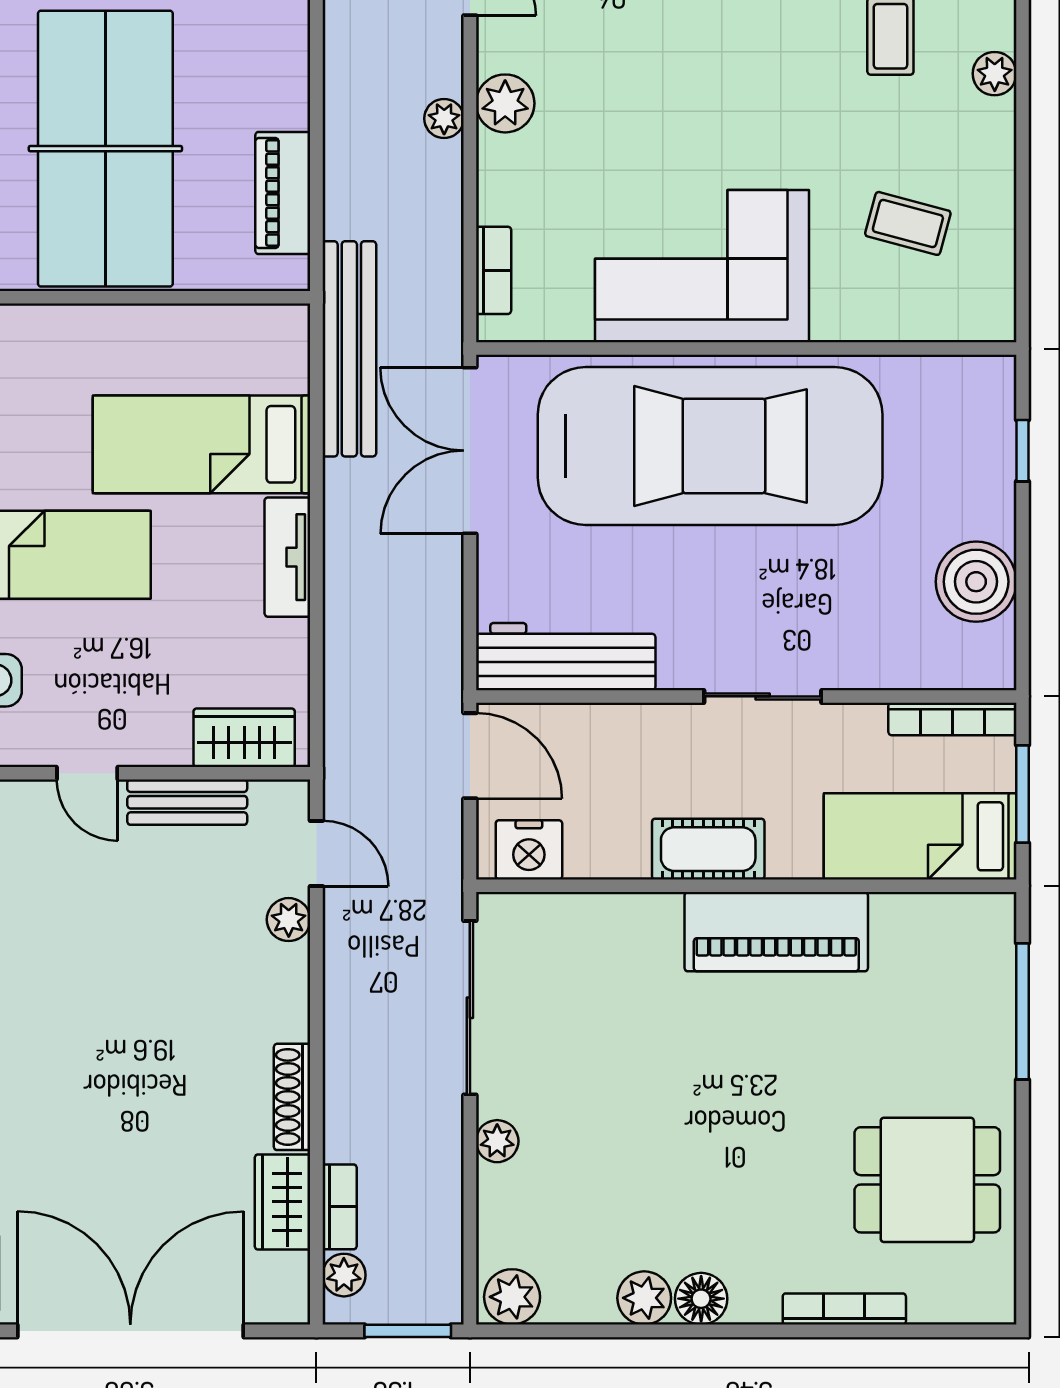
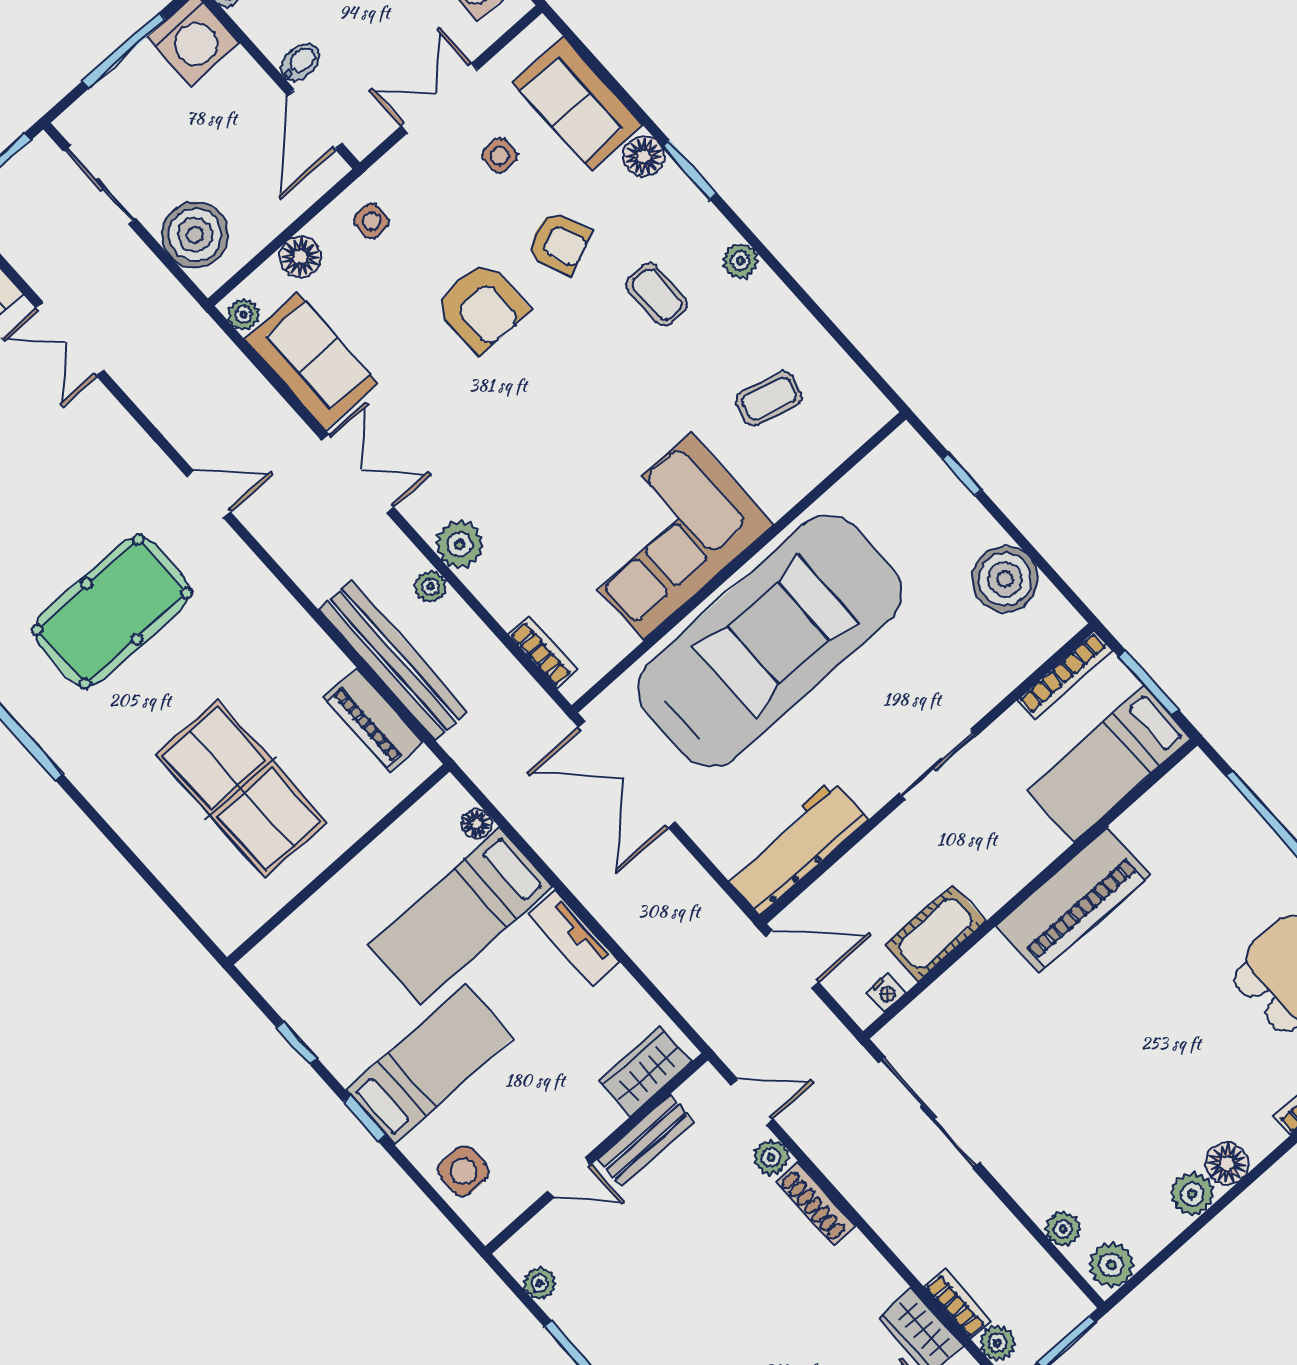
table tennis table: (105, 149) -> (241, 789), width x0.73, depth x0.76
bench: (349, 349) -> (393, 660), moved
floor lamp: (292, 373) -> (476, 824), added
cot: (708, 849) -> (935, 933), moved
nightstand: (529, 850) -> (886, 992), width x0.53, depth x0.56
shoe rack: (292, 1097) -> (816, 1203), moved
plant: (497, 1141) -> (1063, 1229), moved

